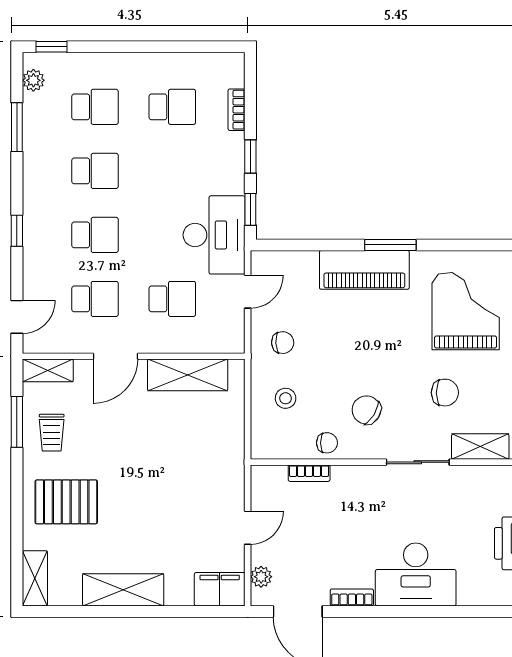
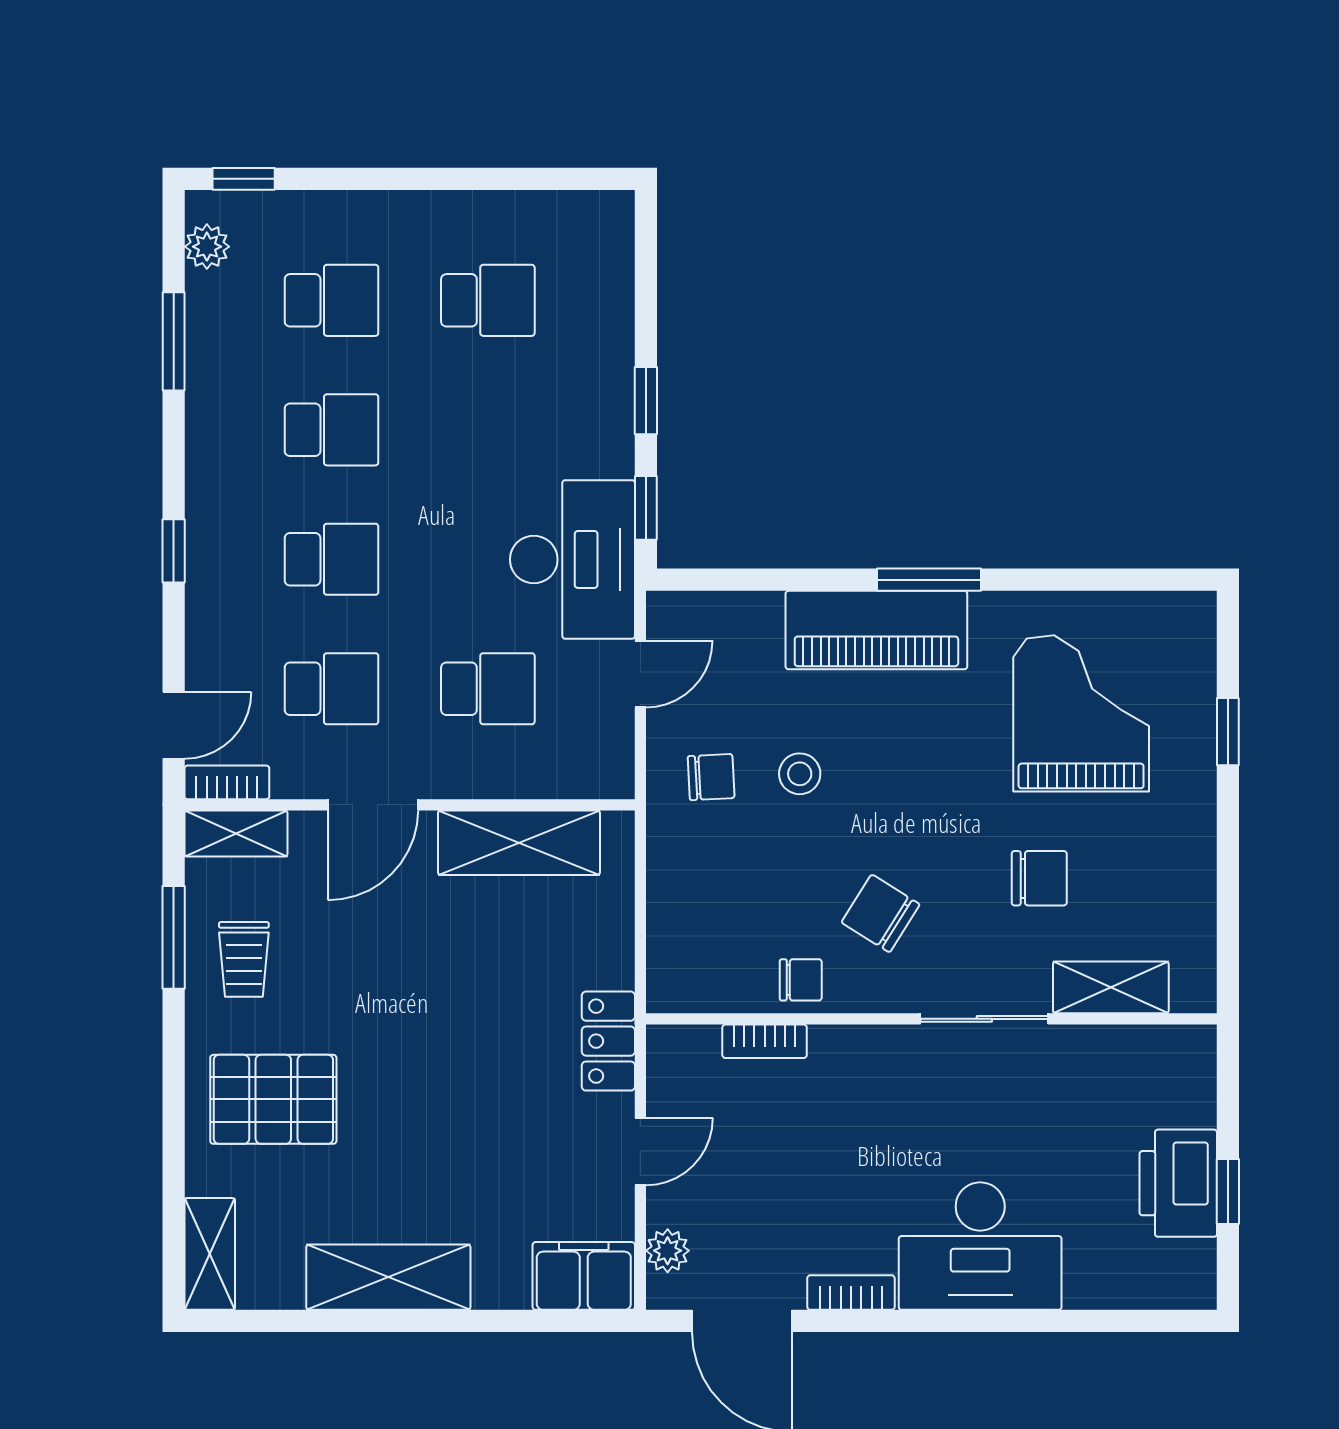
bookcase: (237, 110) -> (227, 782), moved, turned 90
stool: (286, 398) -> (800, 774), moved
locker: (232, 473) -> (608, 1041), added

